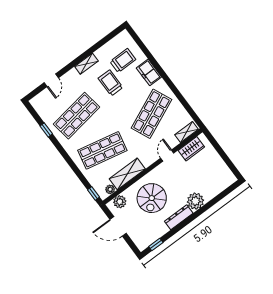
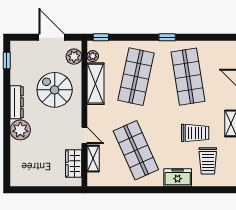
window: (46, 130) -> (167, 37), moved
shelving: (187, 132) -> (93, 159), moved
door: (118, 226) -> (51, 37), hinge flipped

